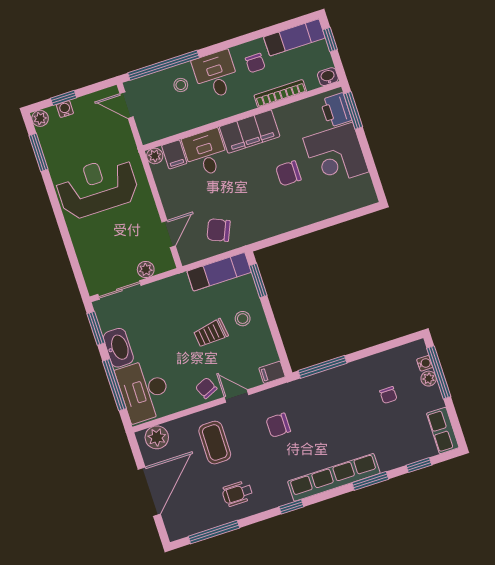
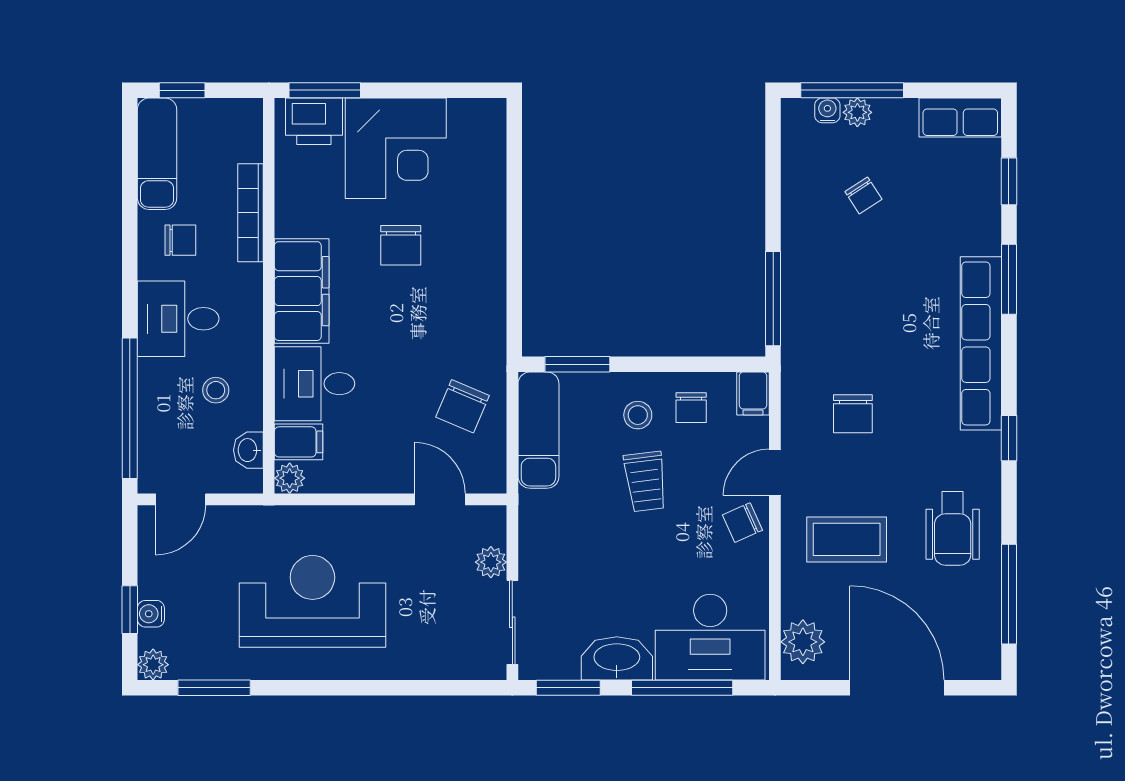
washbasin: (328, 77) -> (248, 450), moved
stool: (181, 85) -> (216, 390), moved
reception desk: (97, 187) -> (312, 601), turned 90
chair: (255, 344) -> (691, 408), added
chair: (388, 395) -> (863, 195), turned 57
wheelchair: (237, 493) -> (953, 528), width x1.36, depth x1.37

